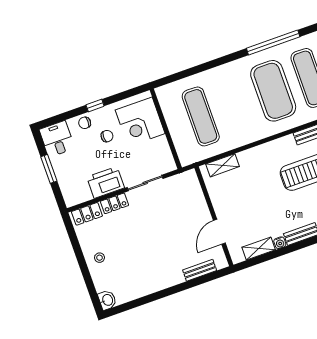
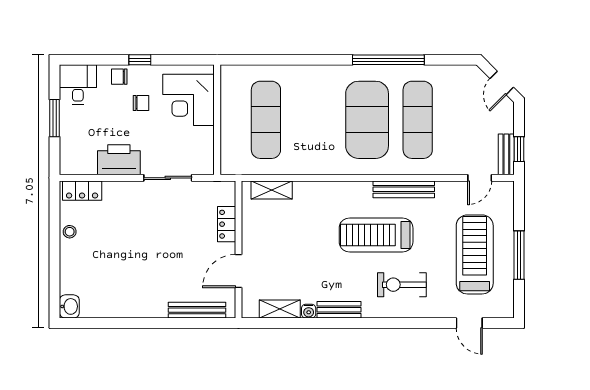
locker: (114, 203) -> (227, 224), moved, turned 90
stool: (99, 258) -> (70, 232), moved
bench: (200, 270) -> (197, 310), width x1.36

